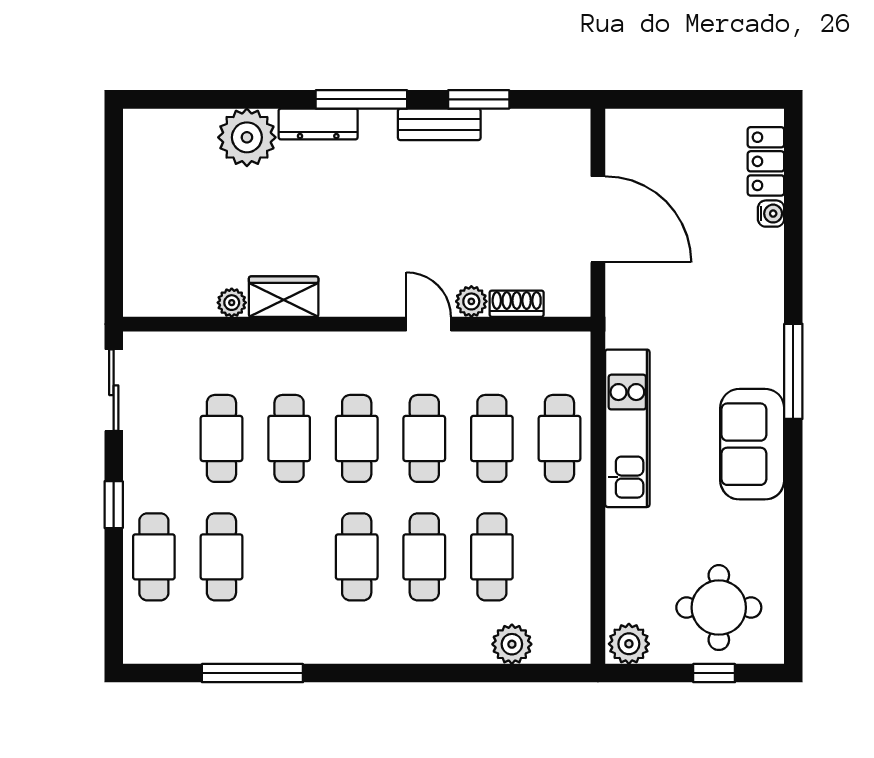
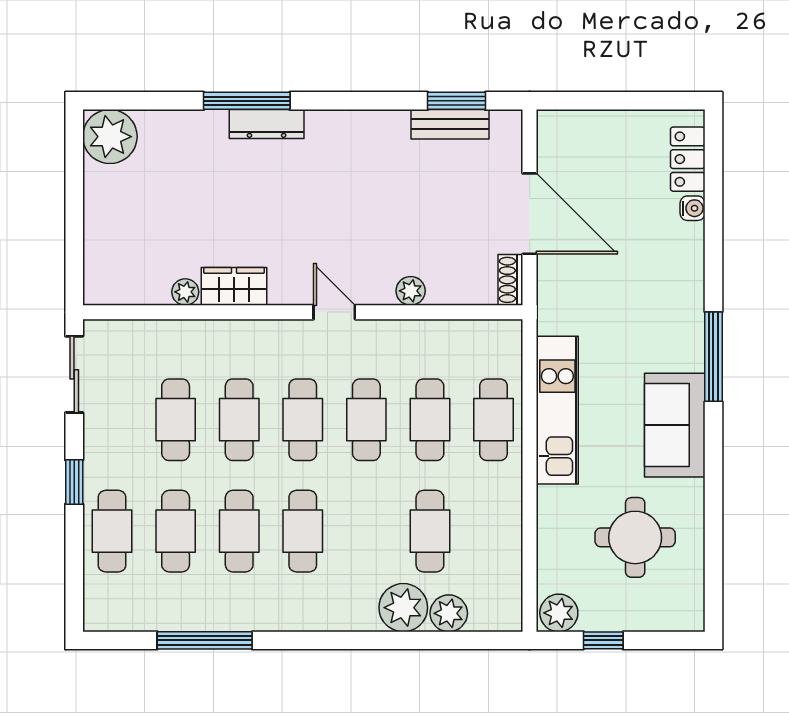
window: (361, 99) -> (247, 101), moved
window: (479, 99) -> (456, 101), moved
bench: (439, 124) -> (450, 124), moved
plant: (247, 137) -> (110, 137), moved
shoe rack: (517, 304) -> (510, 280), moved, turned -90
door: (429, 324) -> (334, 312), moved
cafe table: (424, 557) -> (239, 531), moved
round table: (719, 608) -> (635, 537), moved
plant: (464, 638) -> (403, 608), added
window: (714, 673) -> (603, 640), moved

